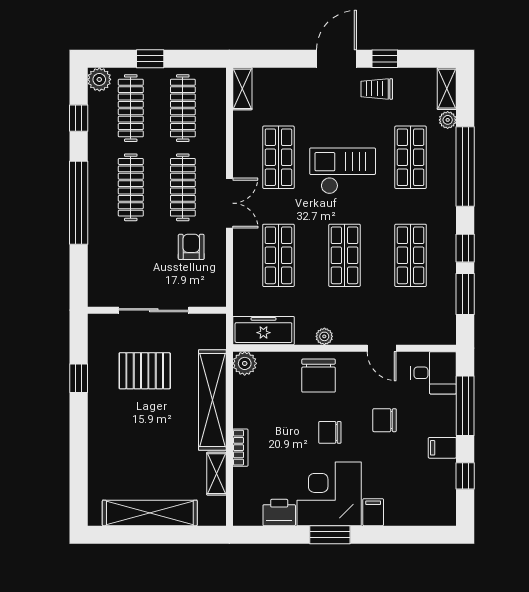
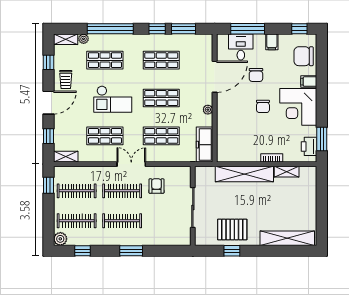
window: (150, 59) -> (48, 185), moved
window: (278, 59) -> (48, 136), added
door: (336, 59) -> (48, 103), swing flipped
window: (385, 59) -> (48, 62), moved
checkout: (343, 171) -> (113, 99), turned -90
window: (79, 203) -> (131, 251), width x0.47
armchair: (191, 247) -> (156, 186), turned 90
door: (382, 348) -> (215, 77), width x1.88
plant: (245, 363) -> (223, 155), removed
pallet: (145, 371) -> (232, 230), moved, turned 90
desk: (433, 373) -> (241, 47), moved
chair: (319, 376) -> (304, 56), moved, turned 180
window: (465, 476) -> (299, 29), moved
shelving: (150, 513) -> (287, 238), moved, turned 90
printer: (279, 513) -> (309, 146), moved
window: (330, 535) -> (322, 139), moved

